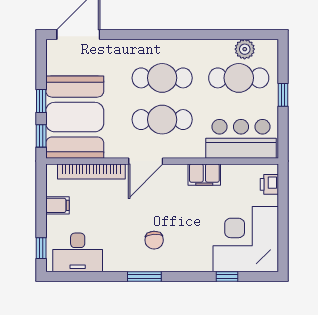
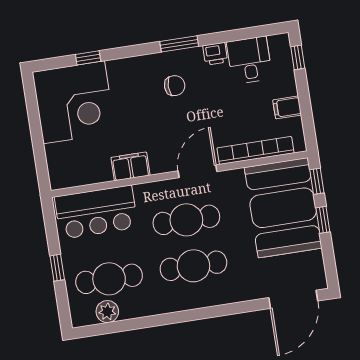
printer: (269, 184) -> (215, 54), moved, turned 90
chair: (154, 240) -> (175, 86), turned 94
desk: (78, 252) -> (249, 60), width x0.73

